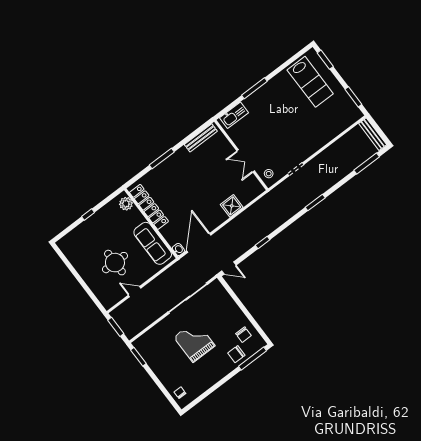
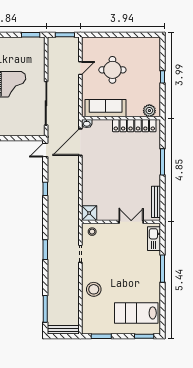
stool: (318, 134) -> (94, 289), added
double door: (246, 161) -> (131, 222), moved
shower: (232, 206) -> (89, 213), moved
door: (199, 243) -> (80, 142), swing flipped

